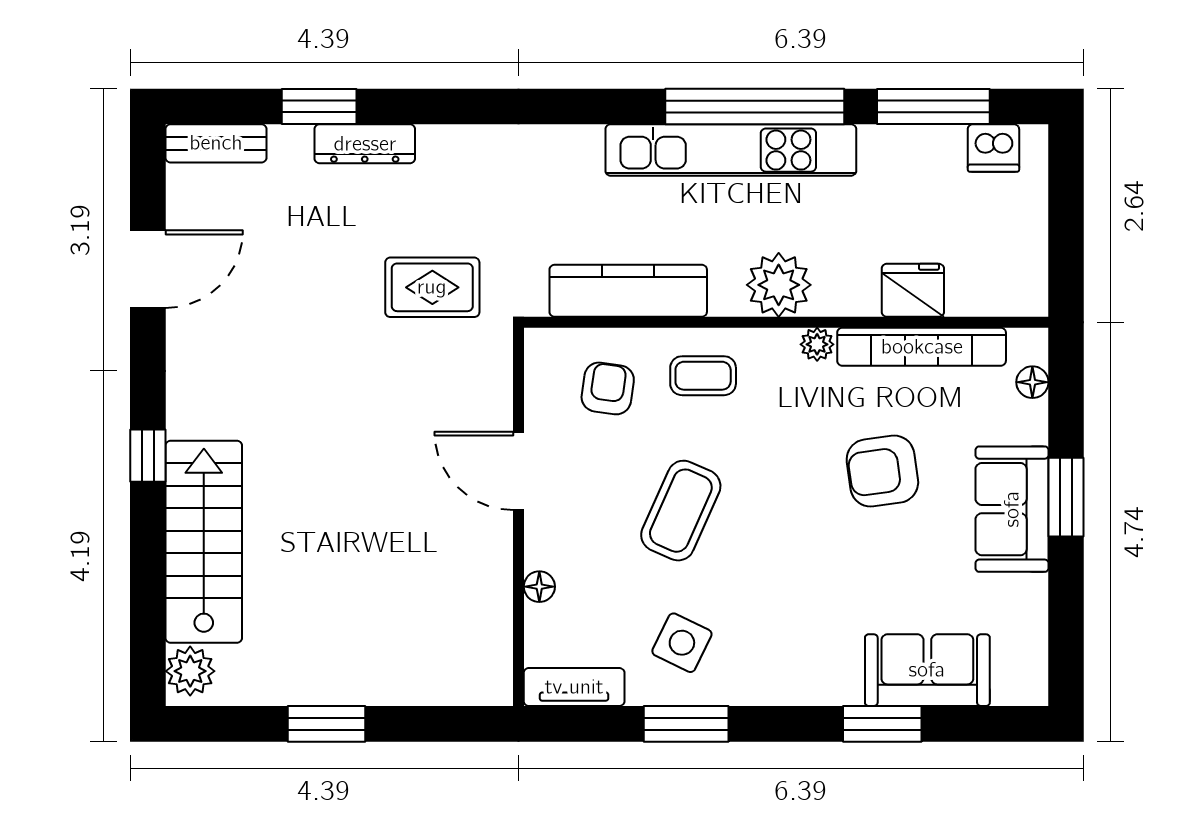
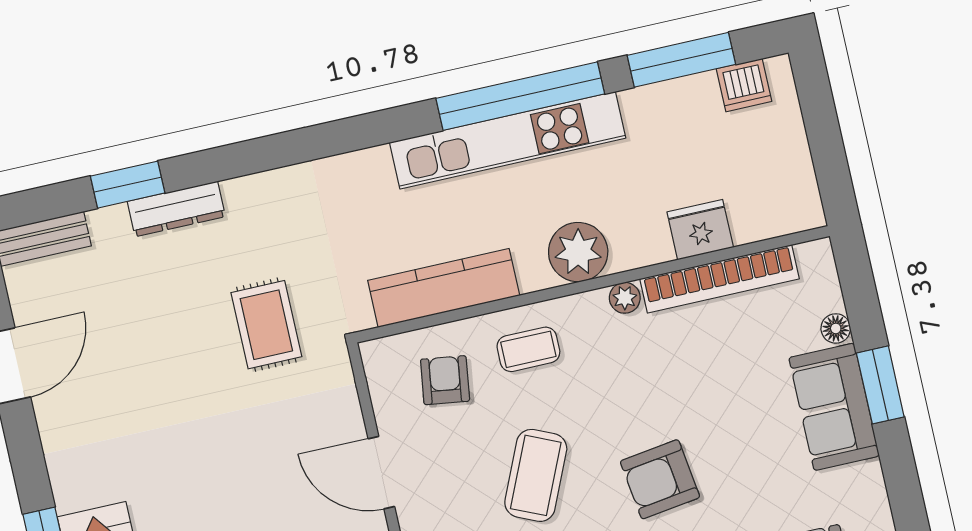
rug: (432, 287) -> (266, 325), turned 90
floor lamp: (1032, 382) -> (836, 328), moved
armchair: (882, 471) -> (660, 479), moved

